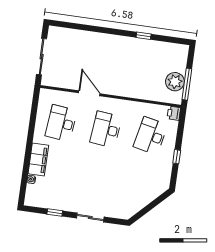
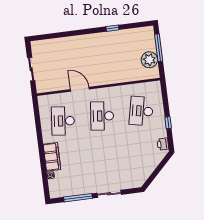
sliding door: (42, 57) -> (31, 69), width x0.73
window: (187, 84) -> (159, 48), moved
printer: (174, 113) -> (163, 144), moved
window: (55, 213) -> (78, 198), width x2.17

